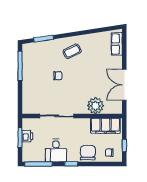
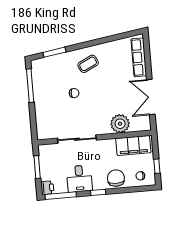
row of seats: (117, 44) -> (139, 57), width x1.48
printer: (27, 136) -> (47, 188), moved

